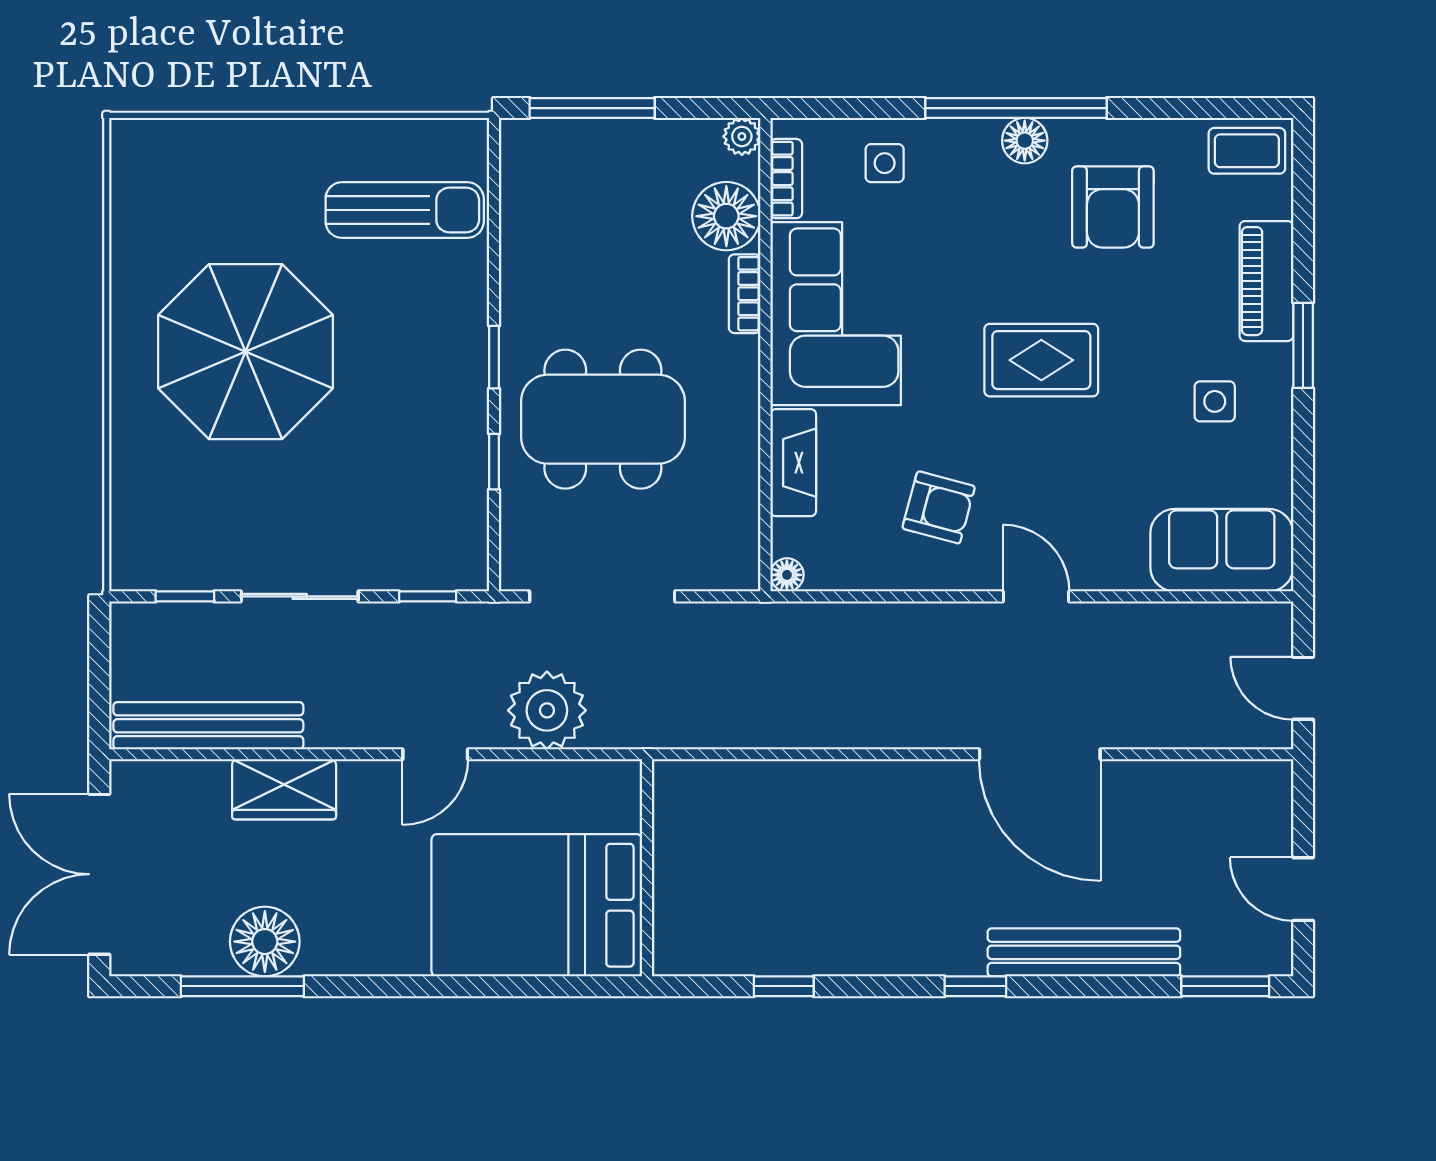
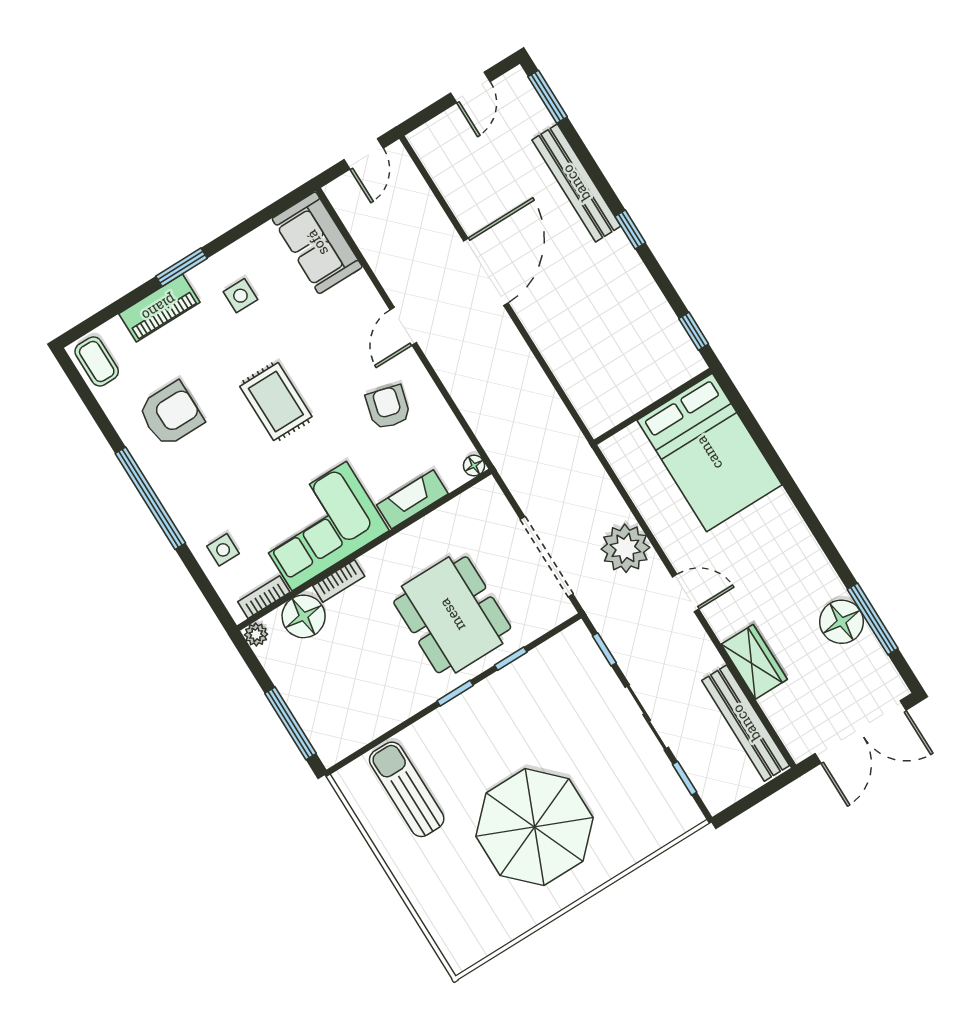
floor lamp: (1025, 141) -> (165, 483), removed
wall: (647, 868) -> (653, 406), moved
bed: (537, 905) -> (709, 453), moved

